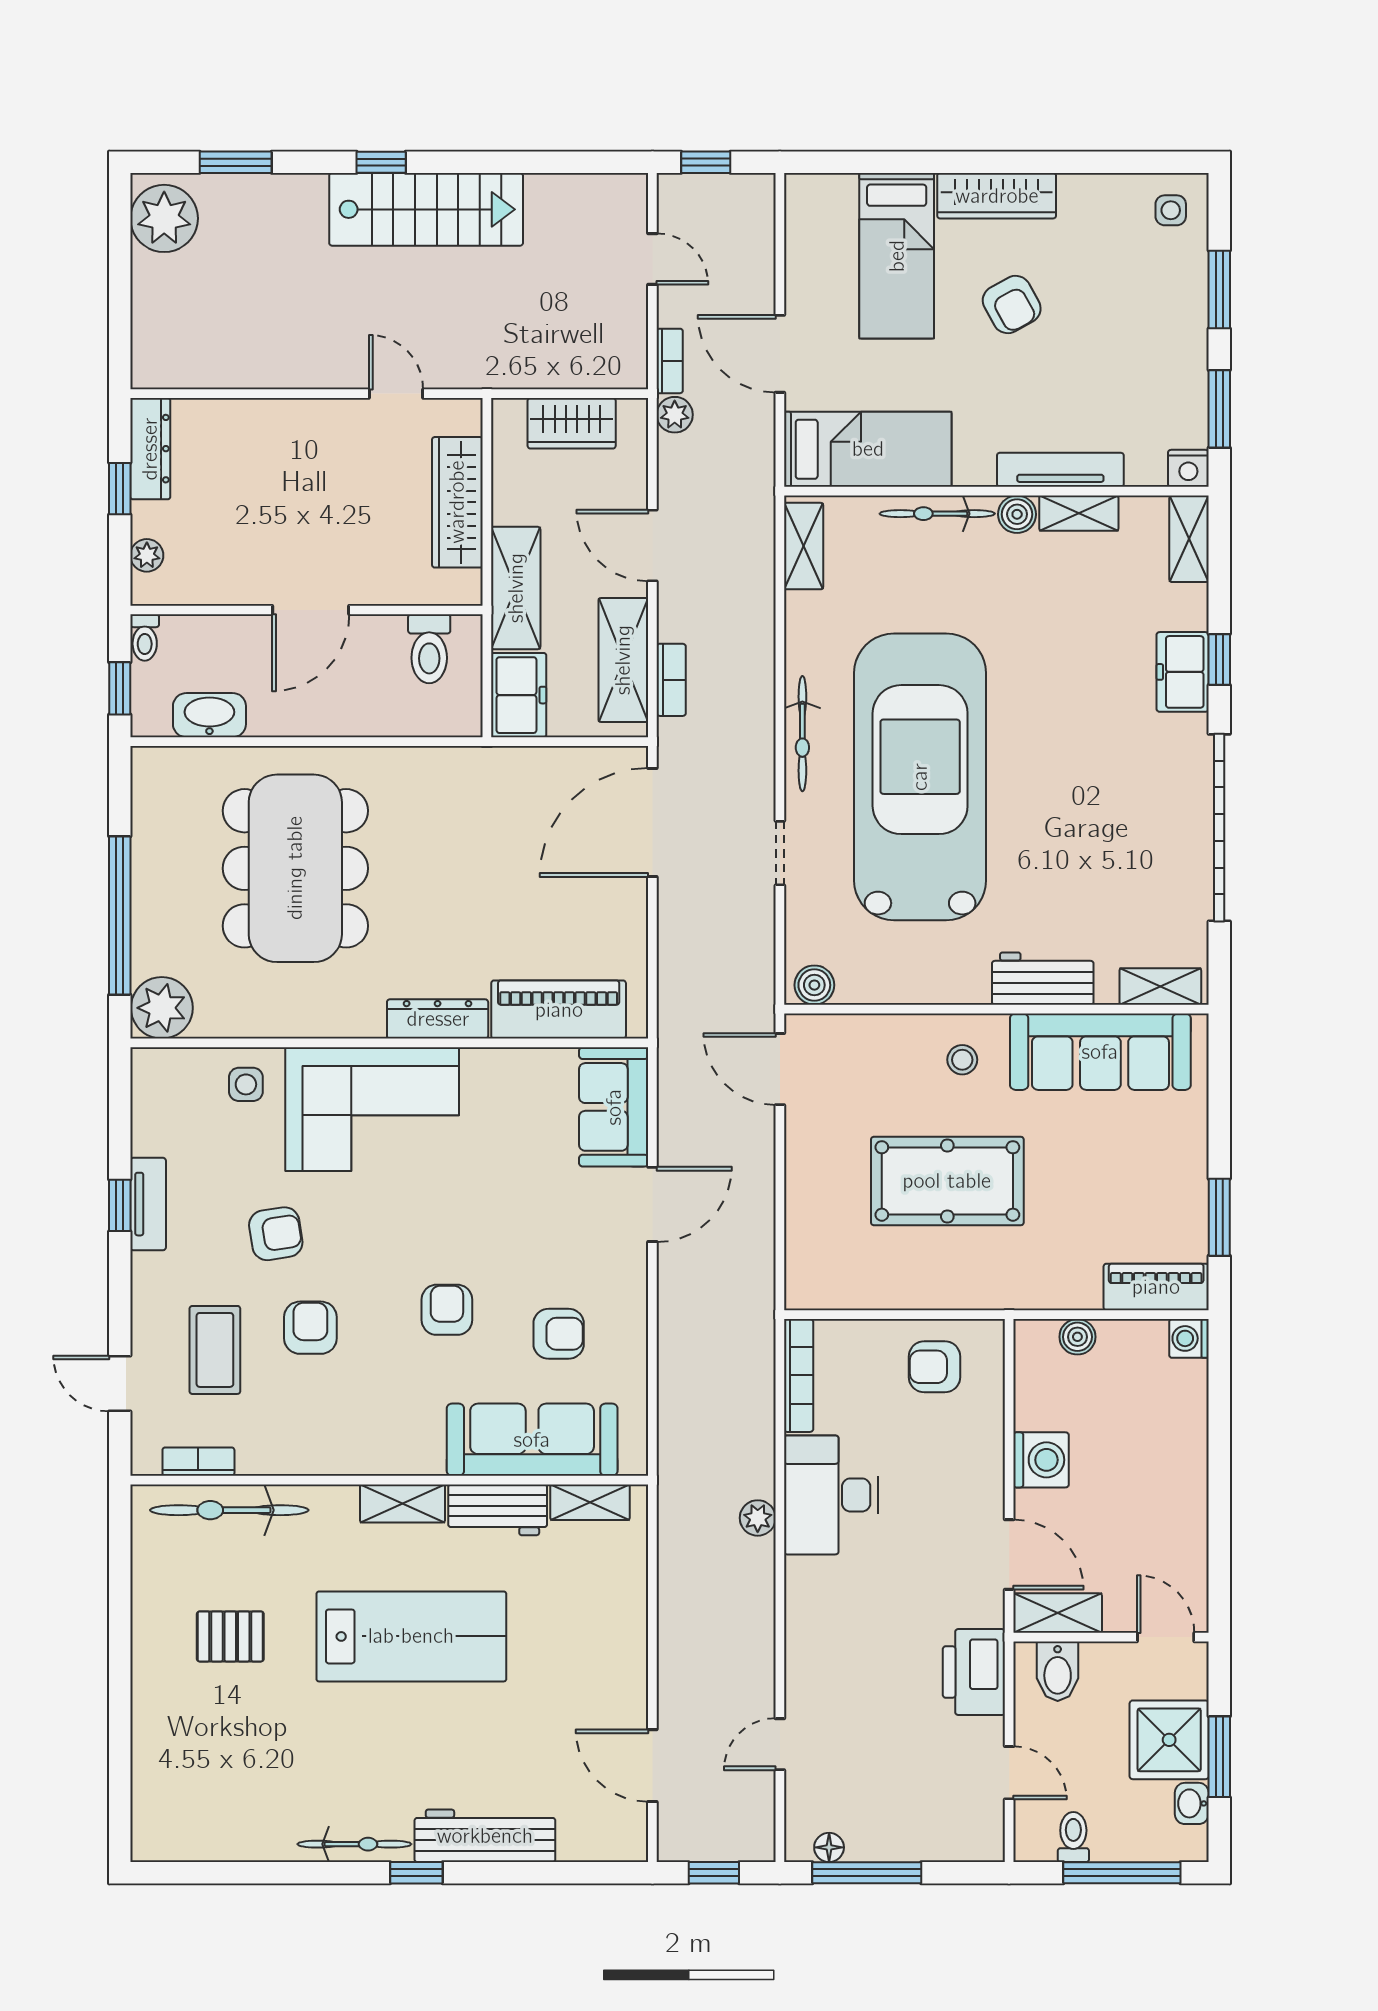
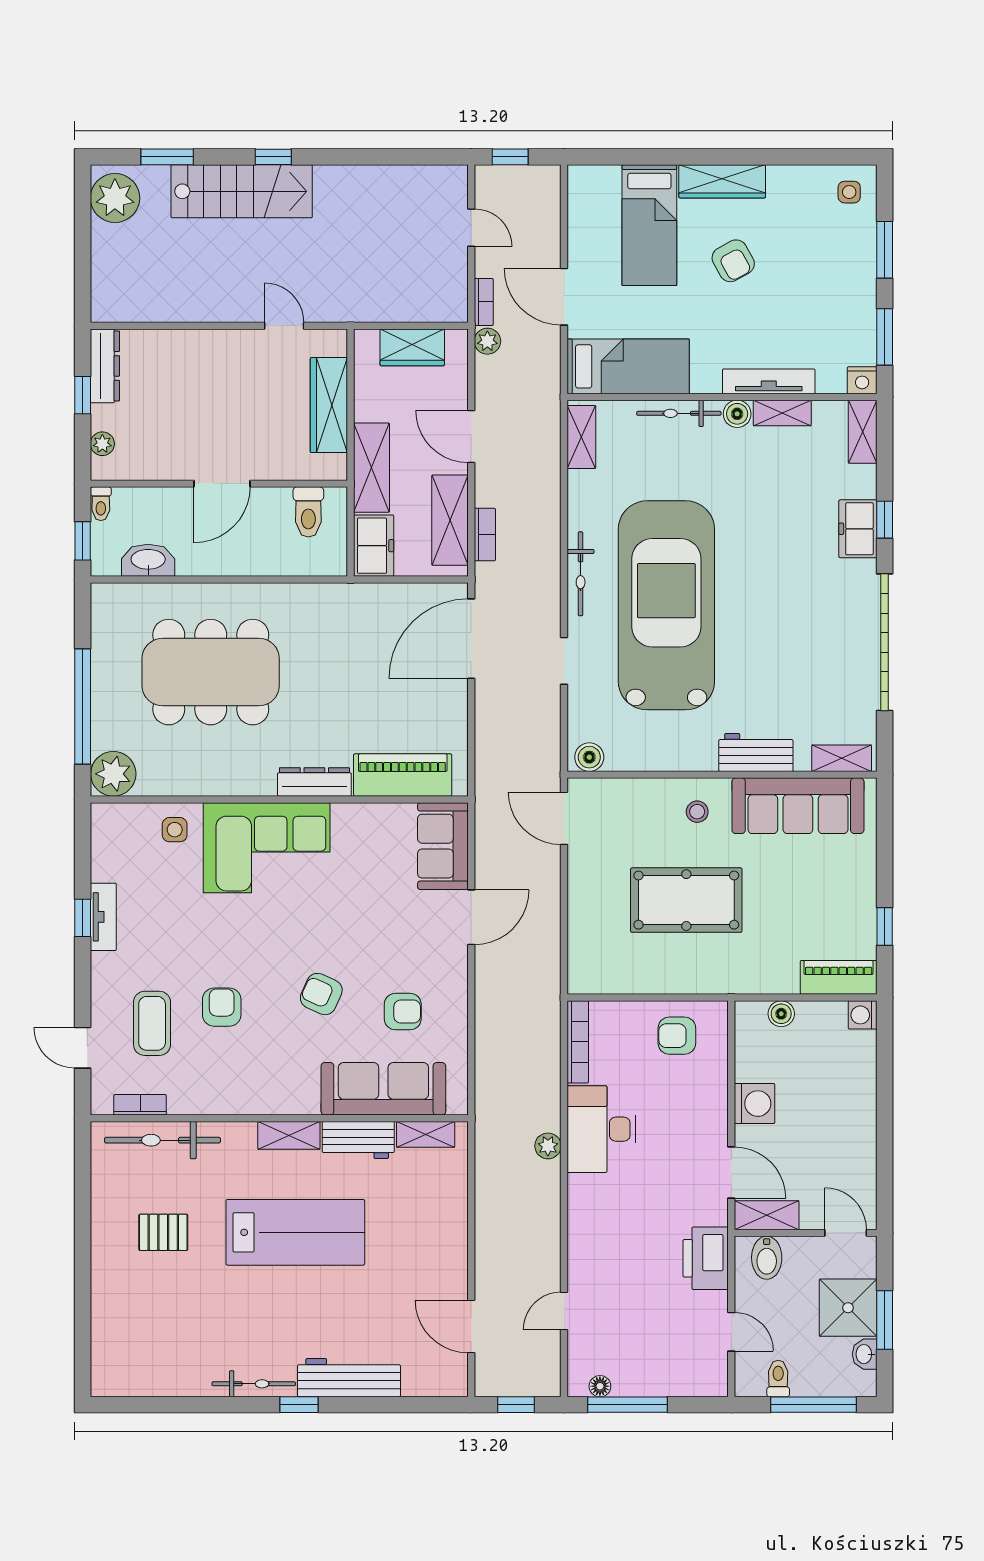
stairs: (426, 209) -> (242, 191), moved
dining table: (295, 868) -> (211, 672), turned 90
window: (1219, 1217) -> (885, 927), width x0.67
armchair: (276, 1234) -> (196, 939), removed
armchair: (447, 1310) -> (321, 994), turned -66

